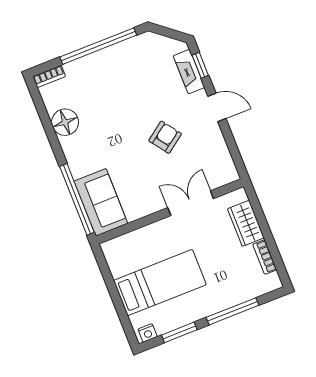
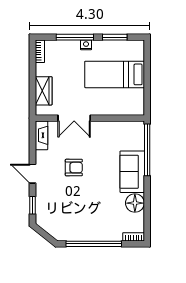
fireplace: (189, 72) -> (41, 135), moved
armchair: (165, 137) -> (74, 168), turned -144
sofa: (101, 202) -> (132, 172), moved
bookcase: (265, 257) -> (40, 51), moved
nightstand: (148, 333) -> (86, 45), moved

